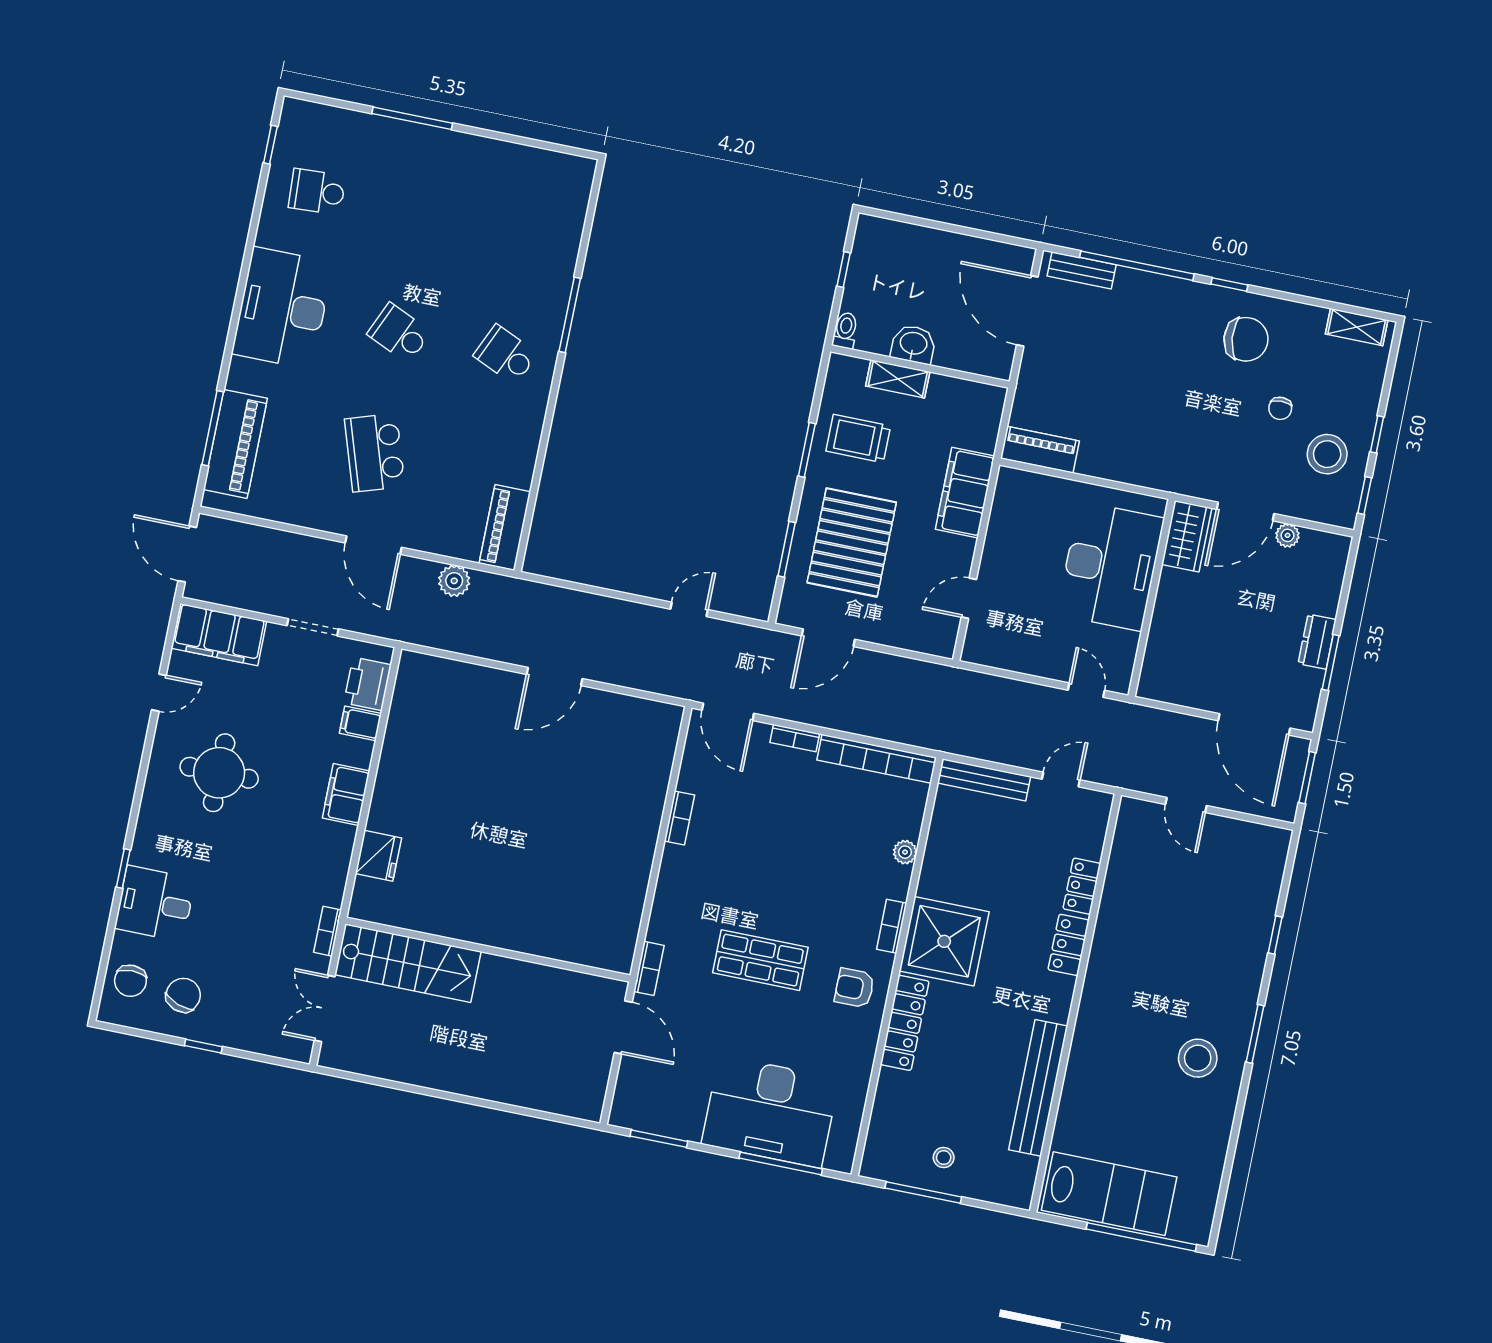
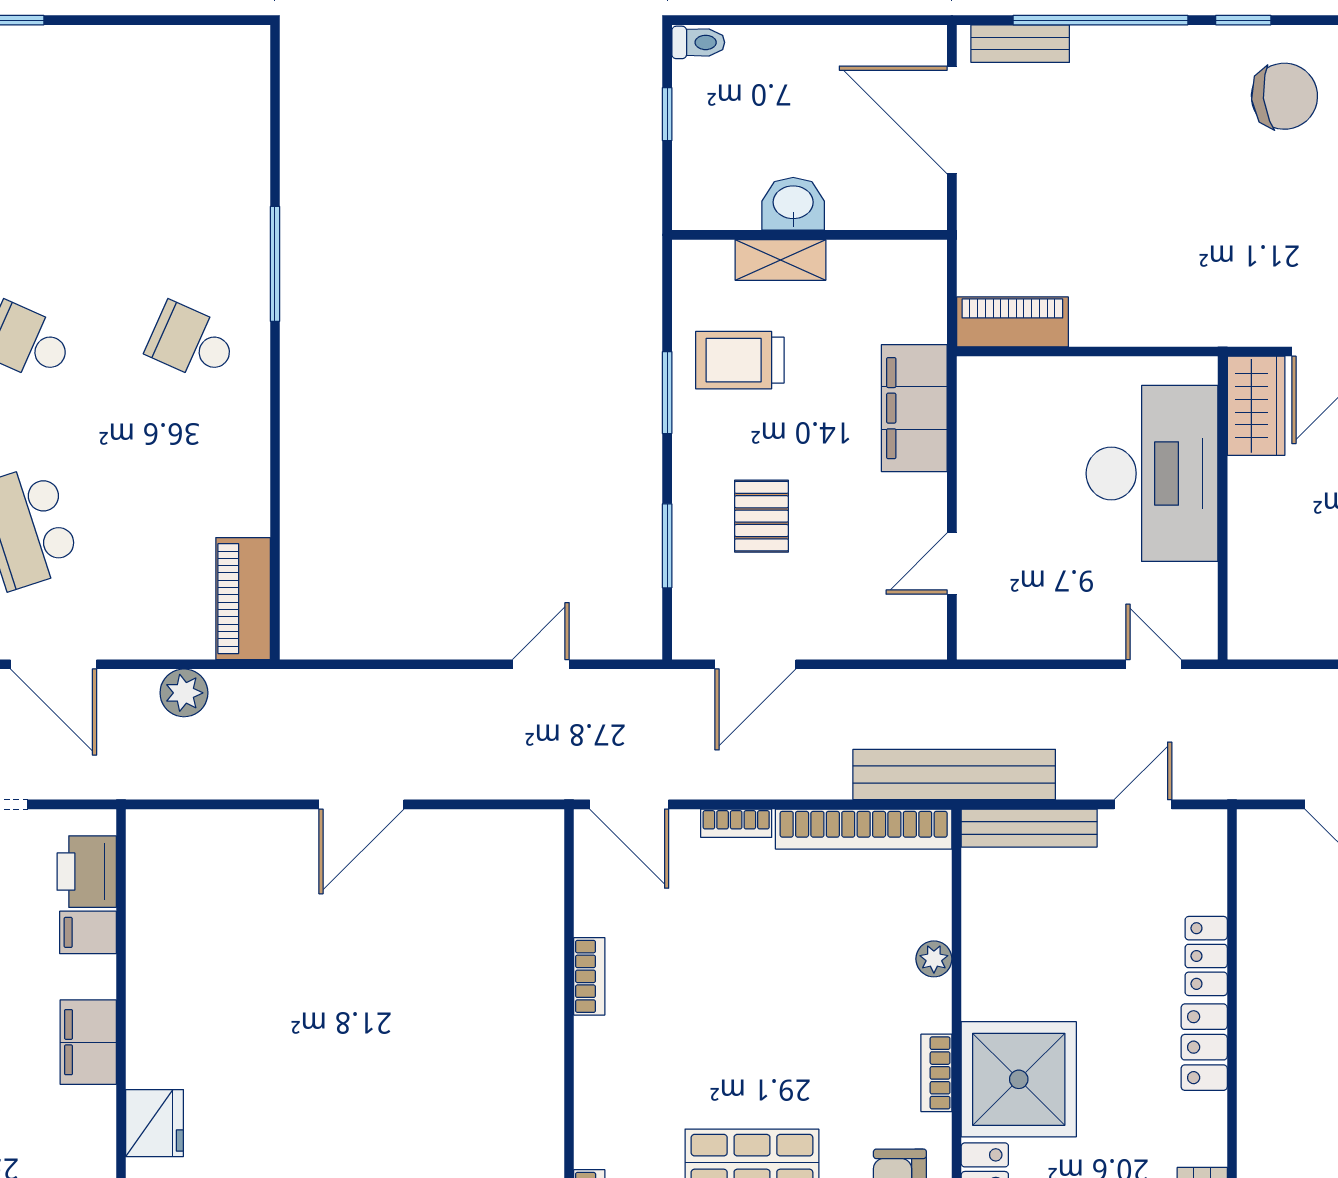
toilet: (845, 330) -> (698, 42), moved, turned 90
pallet: (852, 542) -> (762, 516), width x0.49, depth x0.50
bench: (942, 735) -> (954, 774), added

